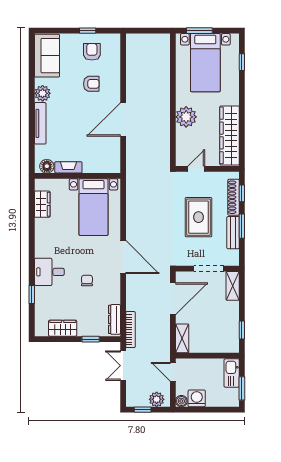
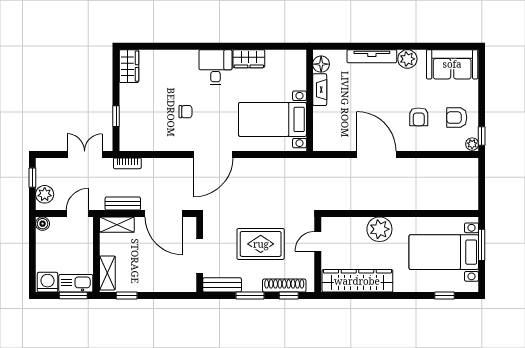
window: (88, 31) -> (482, 136), moved
plant: (114, 39) -> (472, 144), added
armchair: (92, 52) -> (457, 118), turned 180
door: (196, 169) -> (318, 241), swing flipped
wardrobe: (42, 204) -> (249, 59), moved
bench: (233, 233) -> (222, 285), moved
desk: (49, 272) -> (215, 67), moved
shelving: (233, 286) -> (107, 273), moved, turned 90
window: (32, 295) -> (169, 46), removed
dresser: (114, 319) -> (139, 144), removed
wardrobe: (63, 328) -> (129, 66), moved
bookcase: (130, 330) -> (127, 163), width x0.64
bench: (164, 333) -> (123, 204), added
window: (242, 388) -> (73, 296), moved
washing machine: (197, 398) -> (48, 282), moved, turned -90

